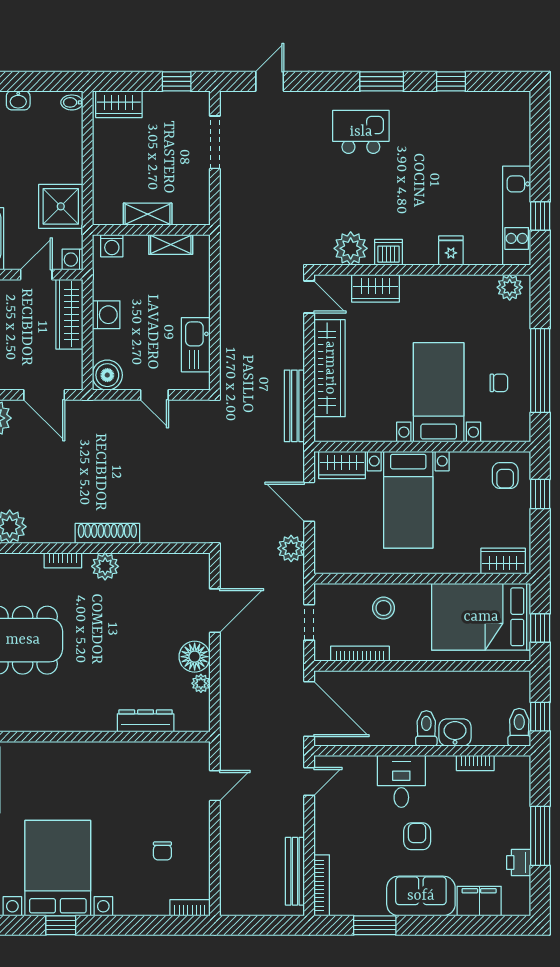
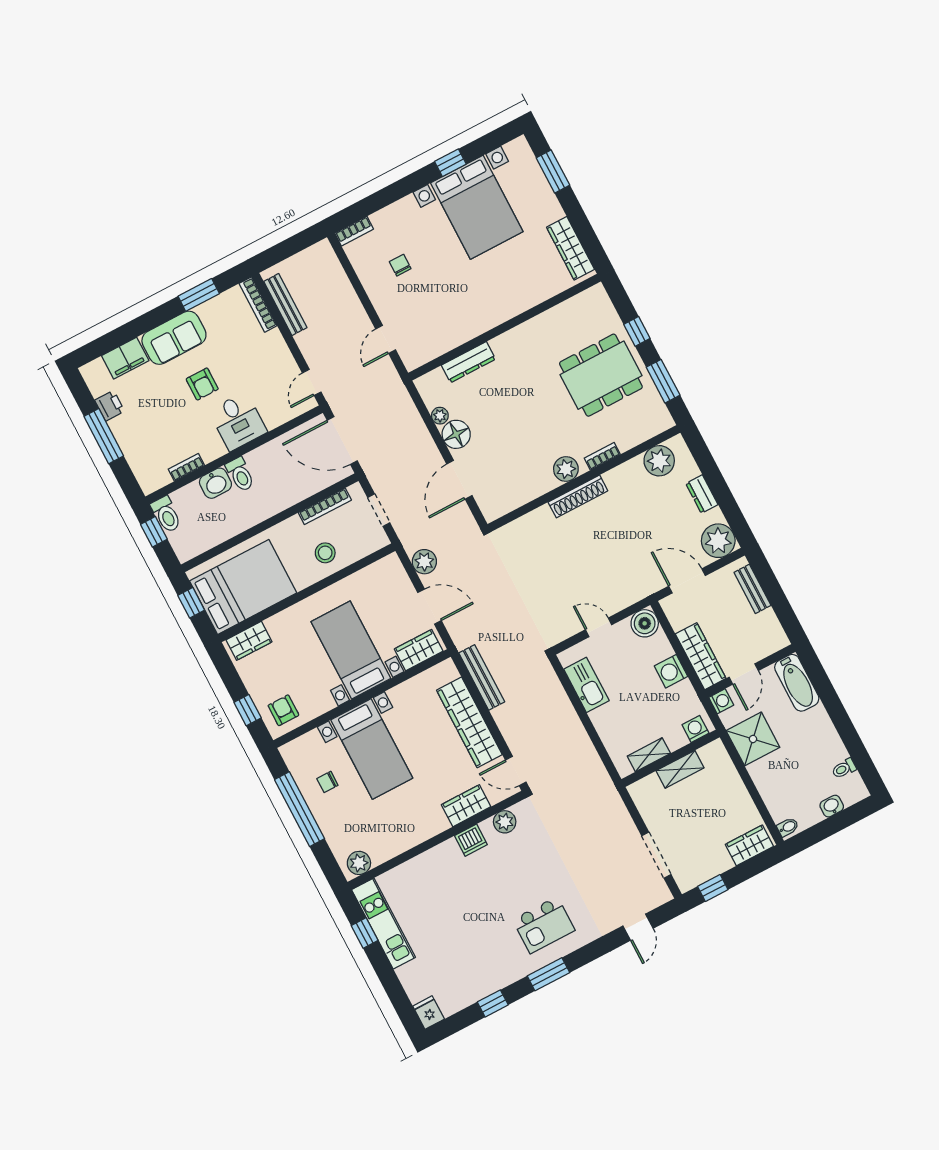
plant: (351, 248) -> (505, 822), width x0.73, depth x0.73
fridge: (451, 251) -> (429, 1013), moved, turned 180

